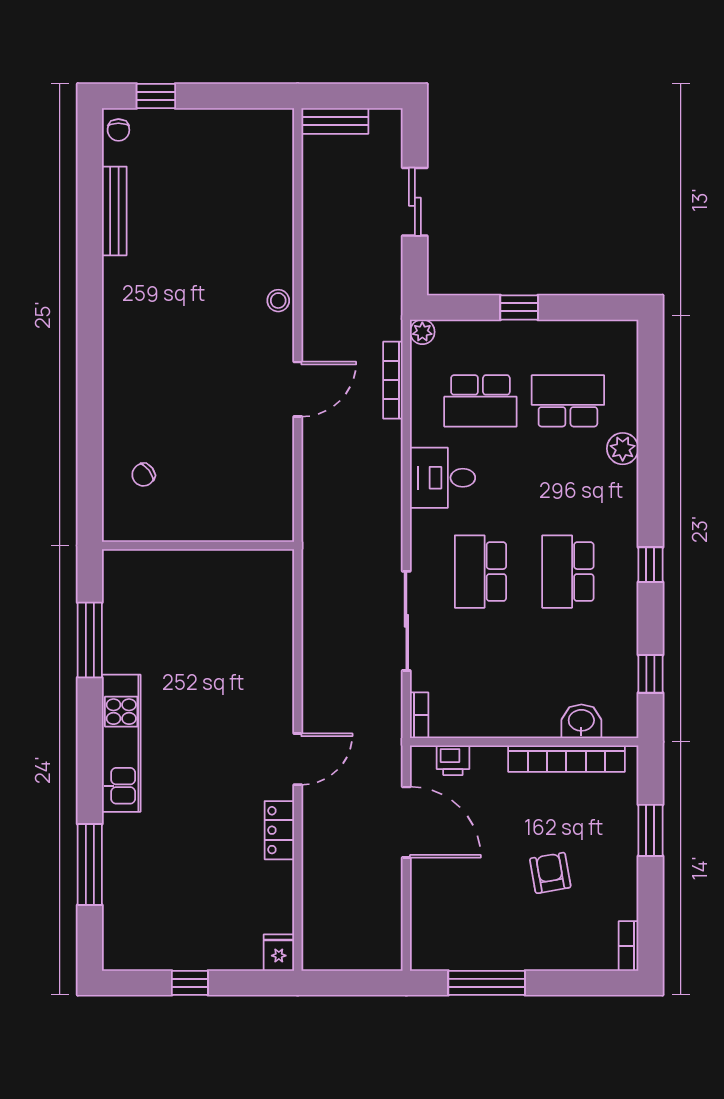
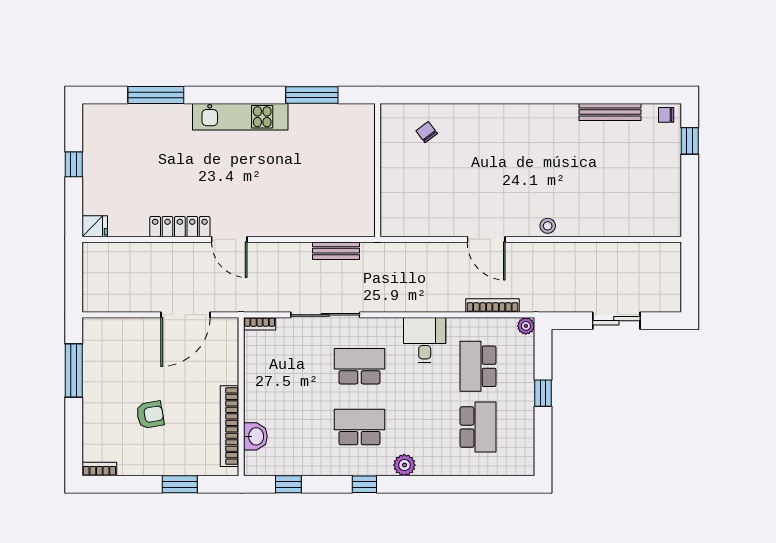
bench: (335, 121) -> (336, 251), moved, turned 90
plant: (623, 449) -> (404, 465), moved
printer: (453, 760) -> (228, 347), removed
locker: (279, 830) -> (180, 227), width x1.53

